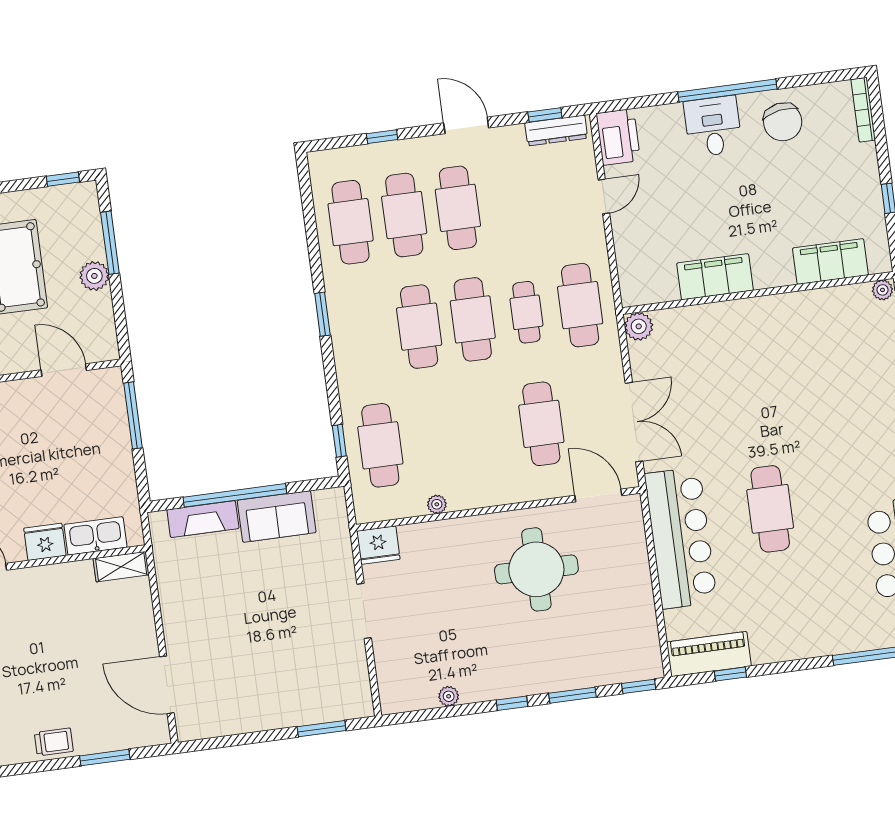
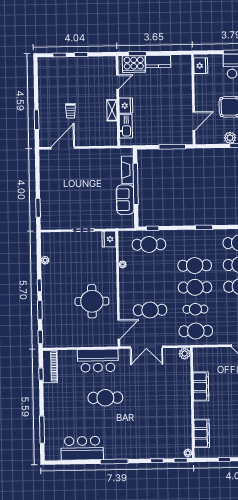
bar counter: (681, 538) -> (98, 361), width x0.73
shelving: (121, 567) -> (112, 110), moved
trolley: (54, 742) -> (70, 111), moved

